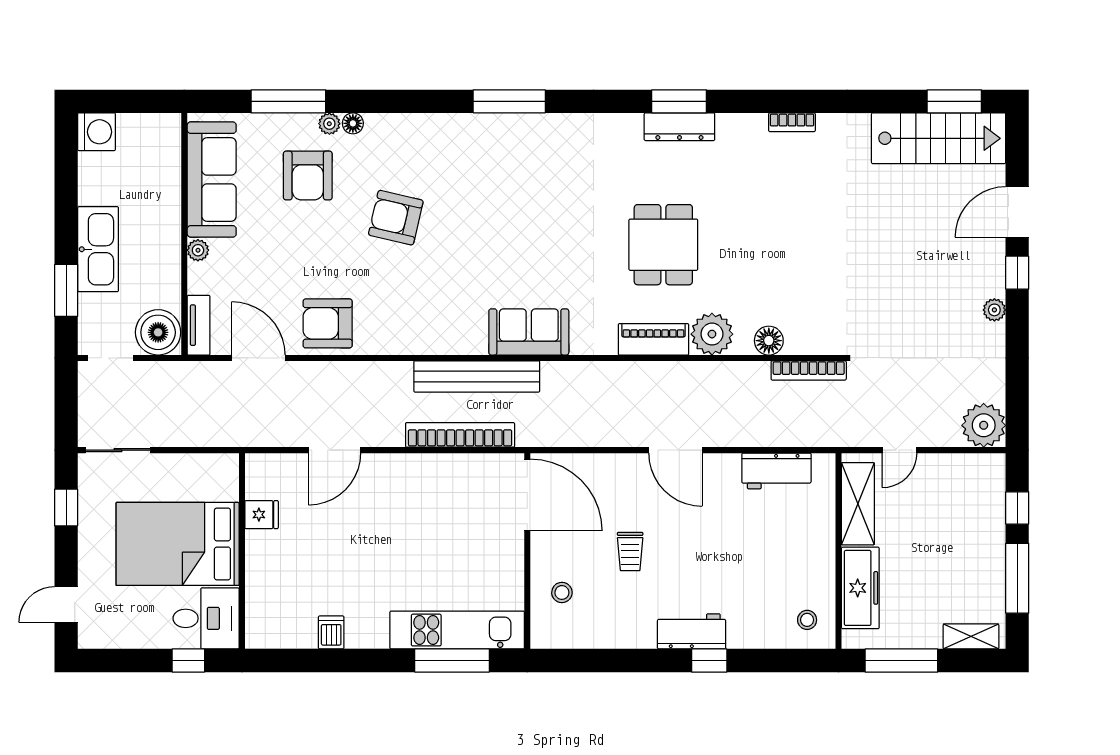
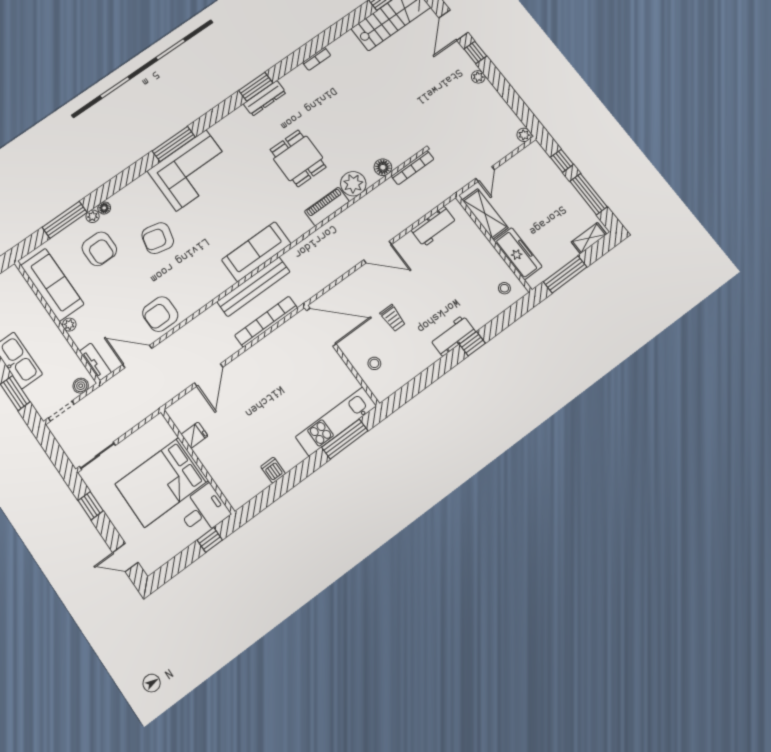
corner sofa: (507, 156) -> (191, 170), added
boiler: (158, 332) -> (81, 386), width x0.54, depth x0.54
sofa: (529, 332) -> (256, 252), width x1.36
plant: (984, 425) -> (524, 135), width x0.53, depth x0.53
door: (66, 604) -> (125, 557), hinge flipped

